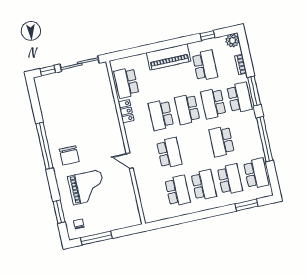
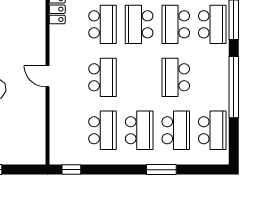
school desk: (161, 115) -> (103, 24), turned 180
window: (247, 205) -> (161, 170), moved
window: (161, 224) -> (71, 170), added

